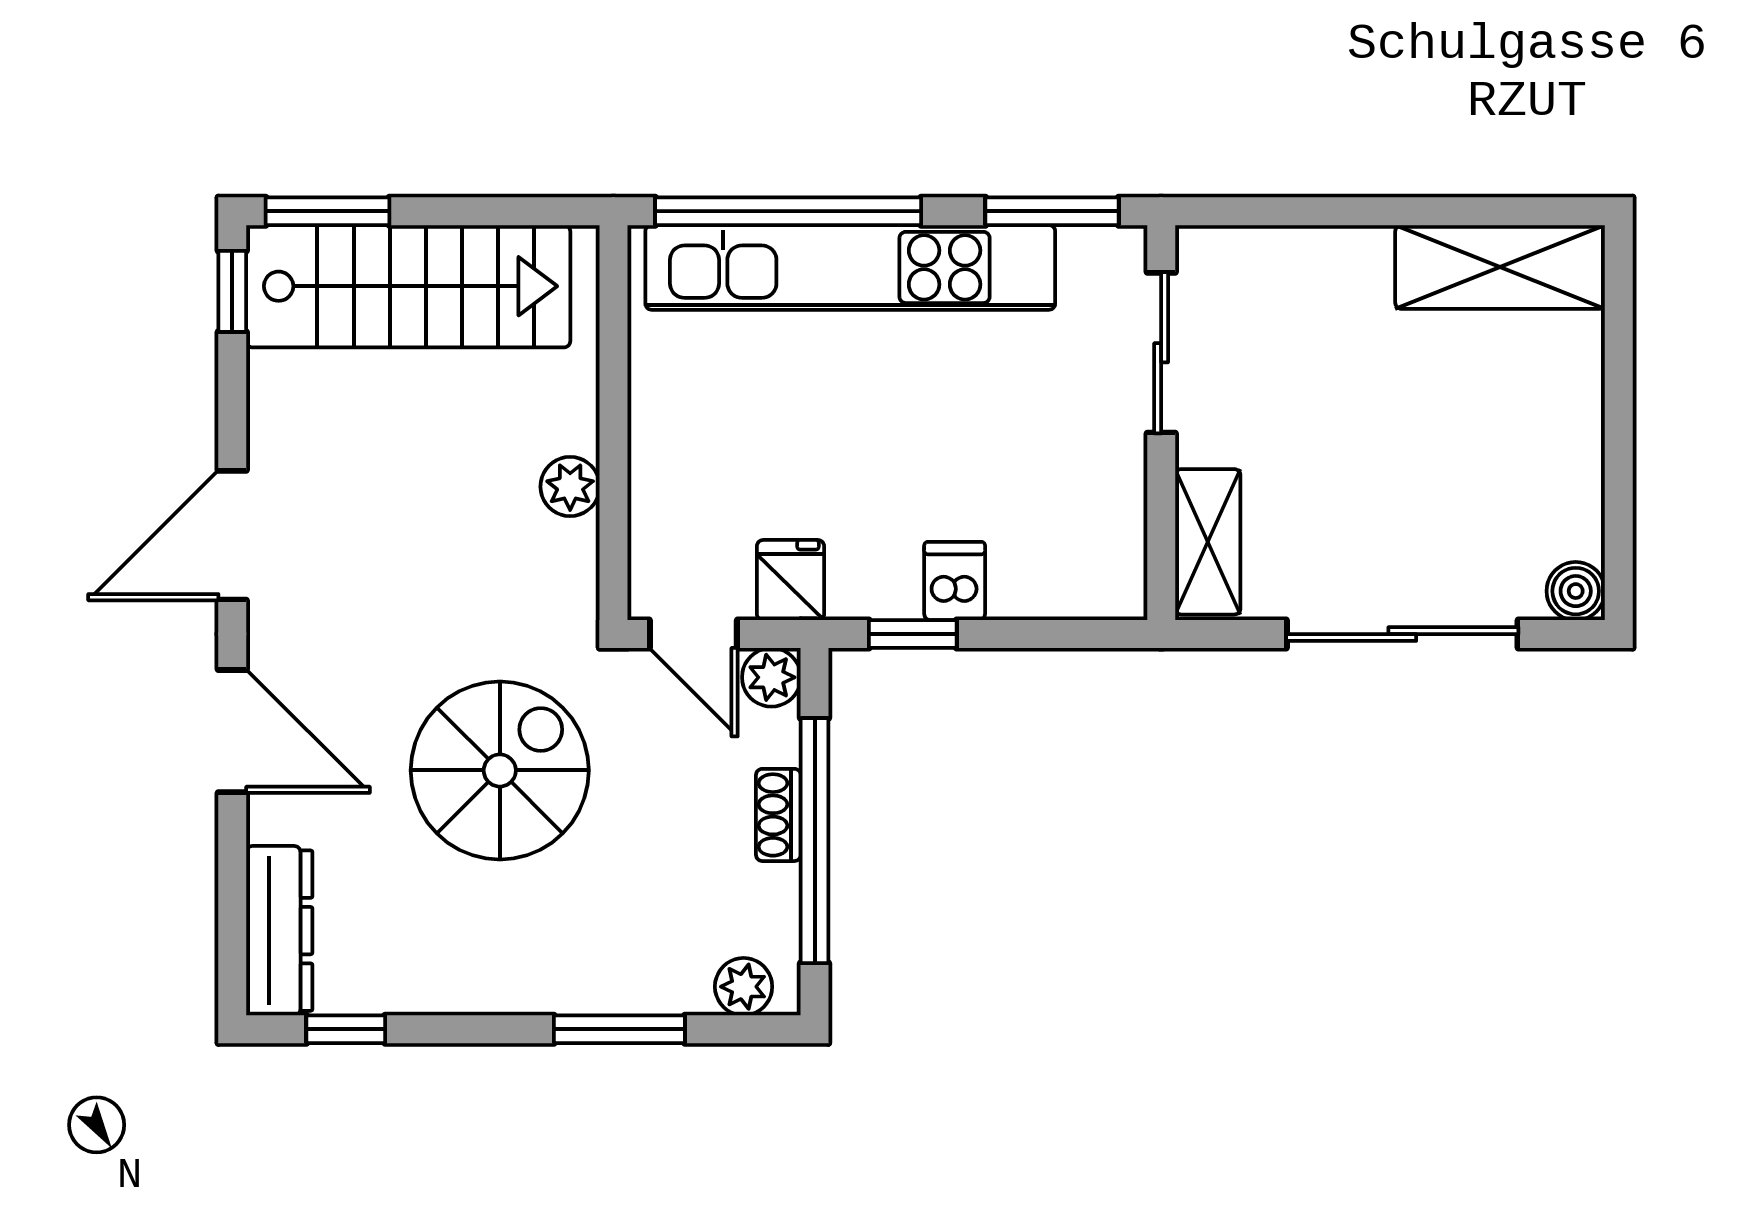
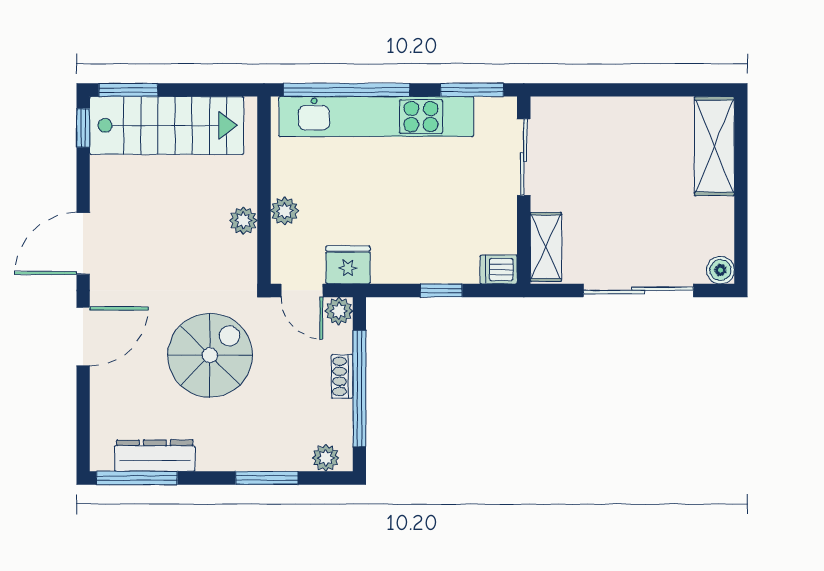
shelving: (1500, 267) -> (714, 146), moved, turned 90
plant: (657, 467) -> (285, 211), added
fridge: (790, 580) -> (348, 265), width x1.38
dishwasher: (955, 581) -> (499, 269), moved, turned -90
window: (913, 634) -> (441, 290), moved
door: (232, 731) -> (83, 337), hinge flipped
dresser: (279, 931) -> (155, 456), moved, turned -90
window: (346, 1029) -> (137, 478), width x2.17

